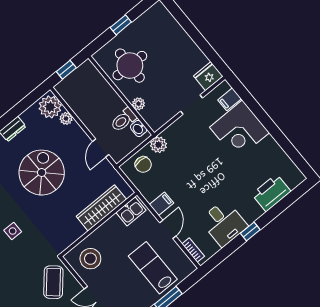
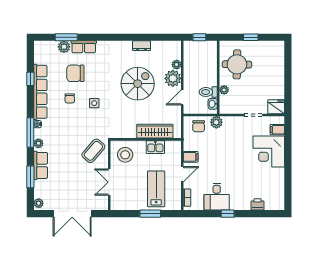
plant: (50, 107) -> (173, 78), moved
printer: (271, 193) -> (258, 204), width x0.53, depth x0.68
kitchen sink: (131, 211) -> (155, 147), moved

